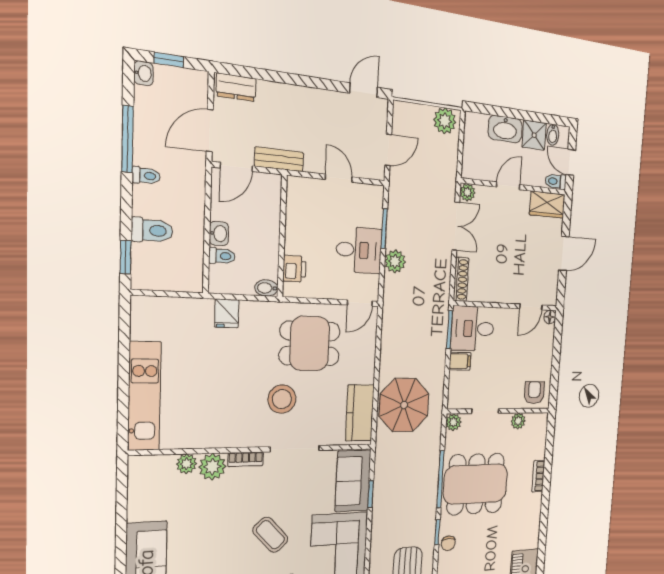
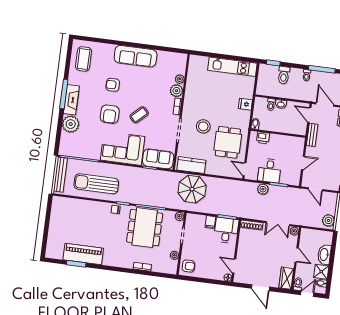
kitchen unit: (144, 396) -> (232, 67), moved

